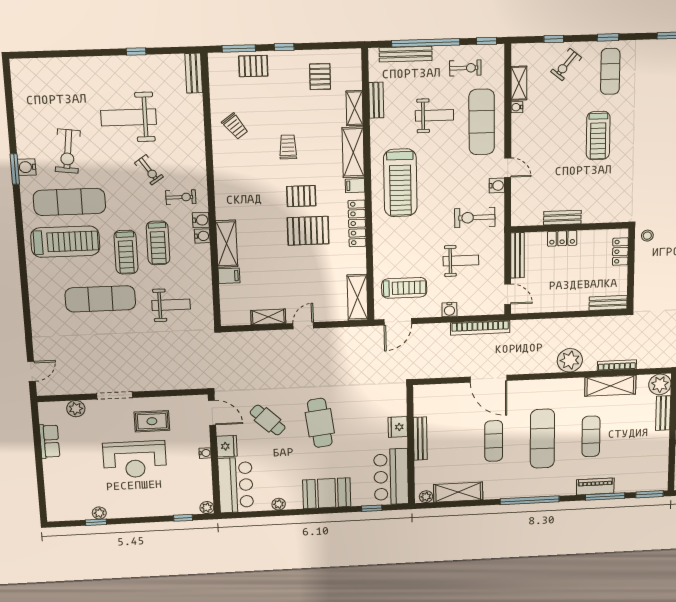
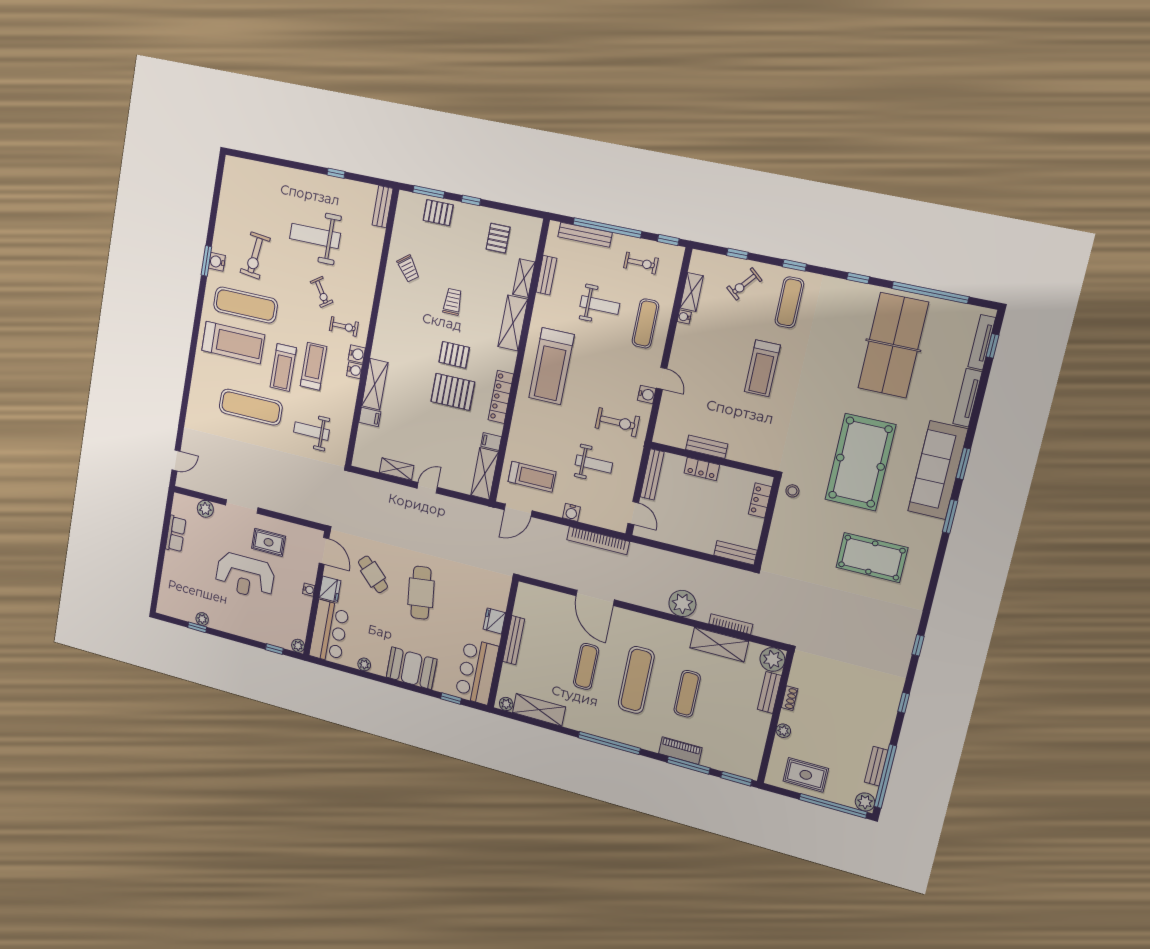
exercise mat: (482, 122) -> (645, 324), width x0.73, depth x0.69
filing cabinet: (355, 186) -> (491, 441), moved
exercise bike: (475, 217) -> (617, 422), turned 180
treadmill: (158, 243) -> (313, 366), turned 180
weight bench: (171, 305) -> (311, 431), turned 180

